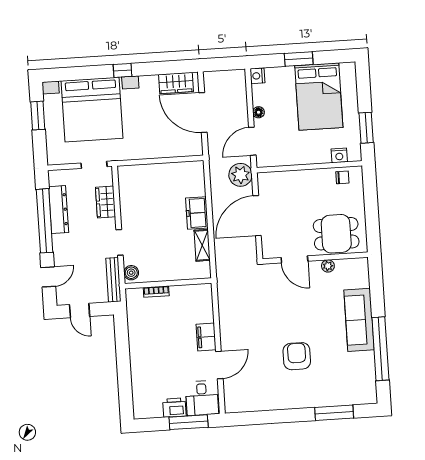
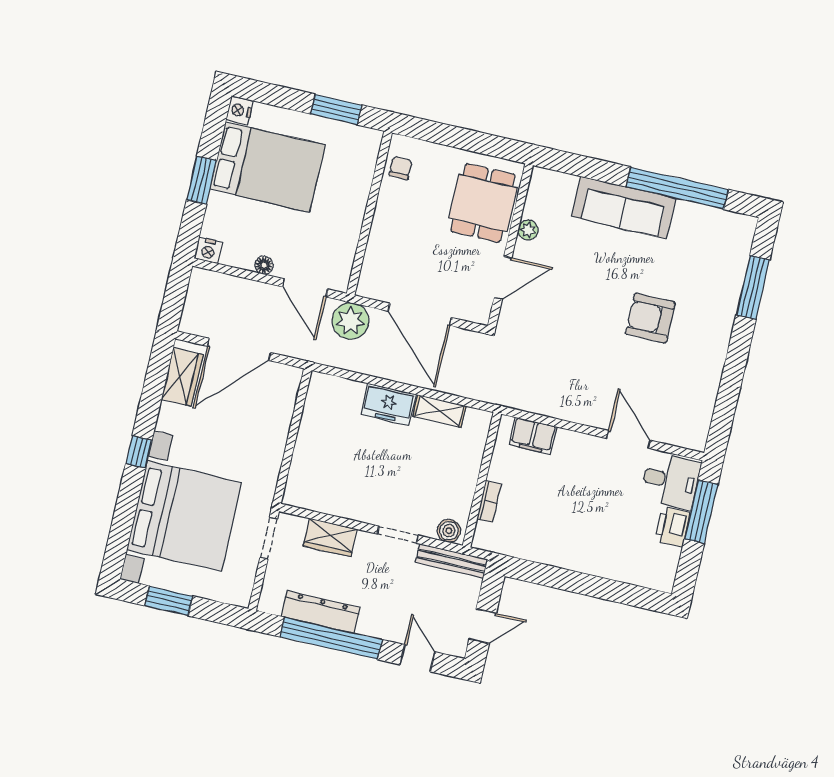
nightstand: (339, 155) -> (239, 110), moved, turned 180
filing cabinet: (206, 337) -> (533, 436), moved

